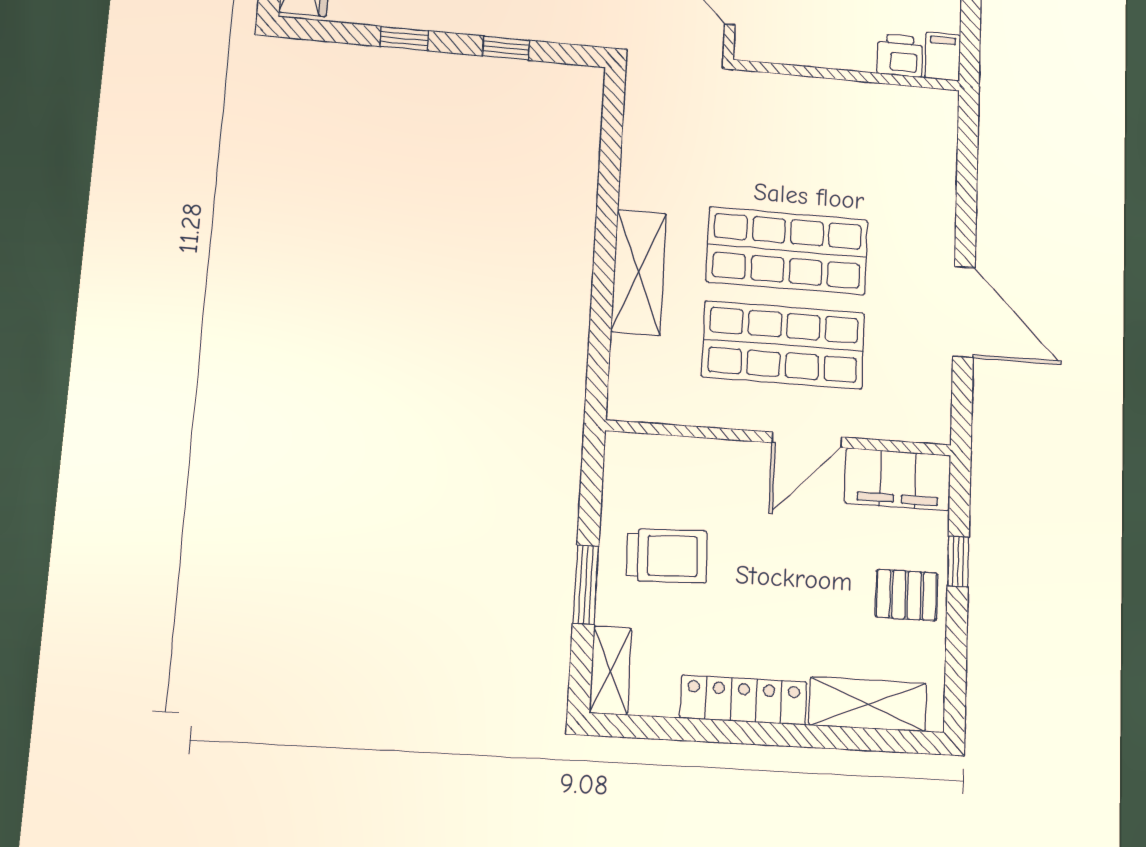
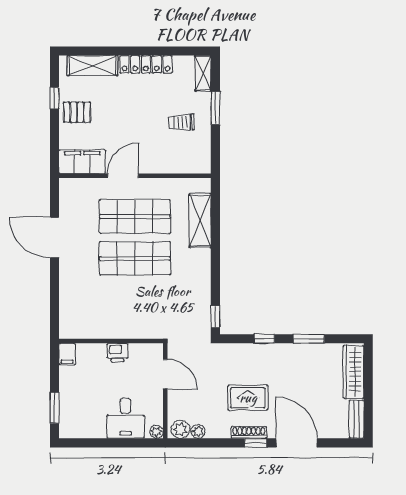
window: (404, 39) -> (309, 339), width x1.50
printer: (900, 56) -> (117, 353), moved
window: (613, 107) -> (215, 317), added
shelving: (639, 272) -> (200, 220), moved
trolley: (667, 556) -> (182, 122), width x0.73, depth x0.72
window: (958, 561) -> (54, 98), moved

